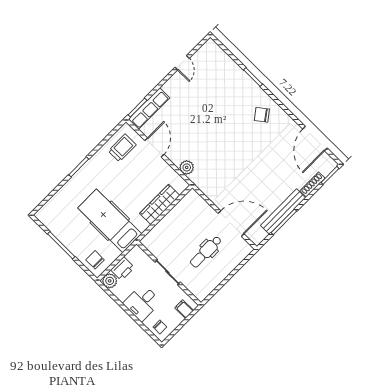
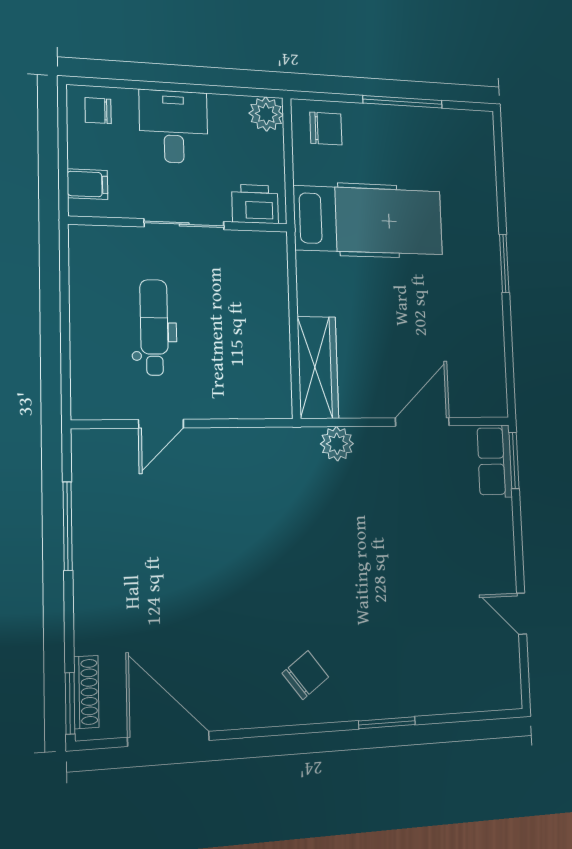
row of seats: (149, 109) -> (495, 461), width x0.68
door: (154, 147) -> (422, 422), swing flipped
trolley: (122, 148) -> (471, 366), removed
shoe rack: (313, 184) -> (86, 692), moved
wardrobe: (160, 204) -> (318, 368), moved
bench: (283, 212) -> (89, 543), removed
door: (231, 224) -> (161, 424), width x0.53
printer: (123, 269) -> (255, 204), moved, turned 90

